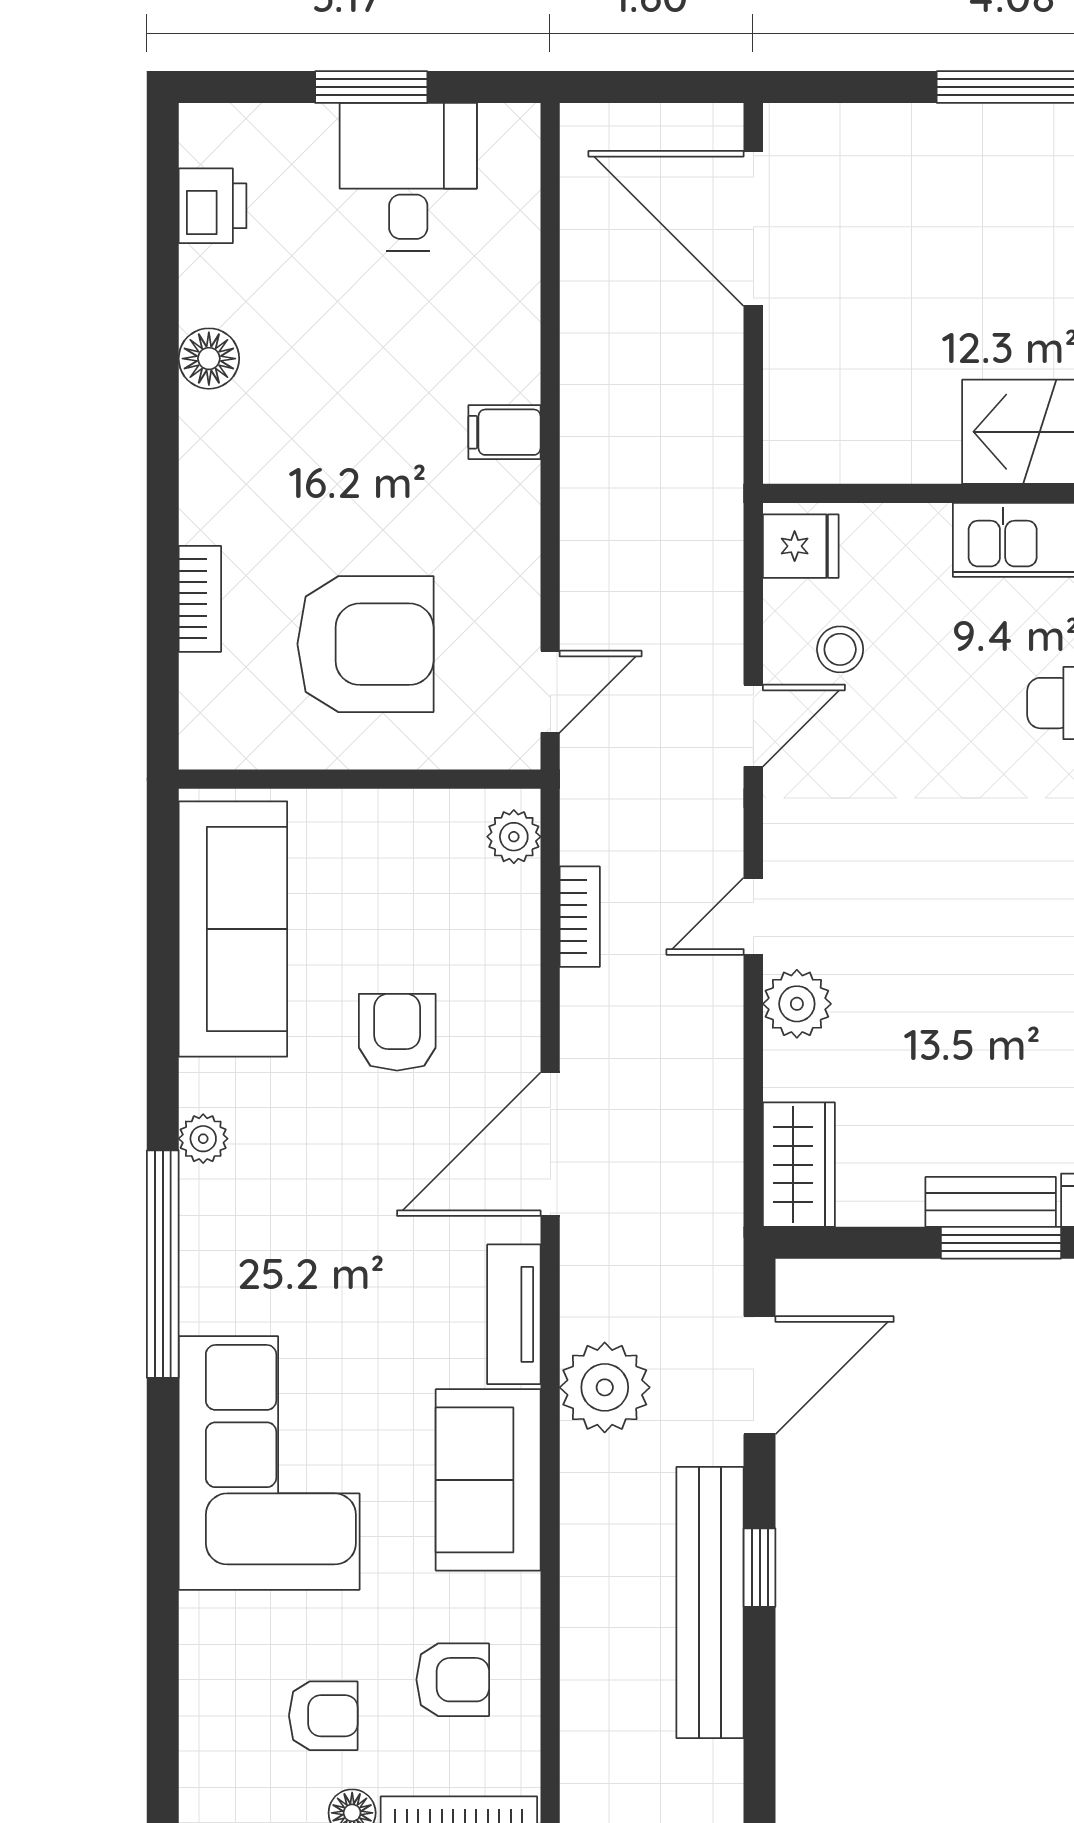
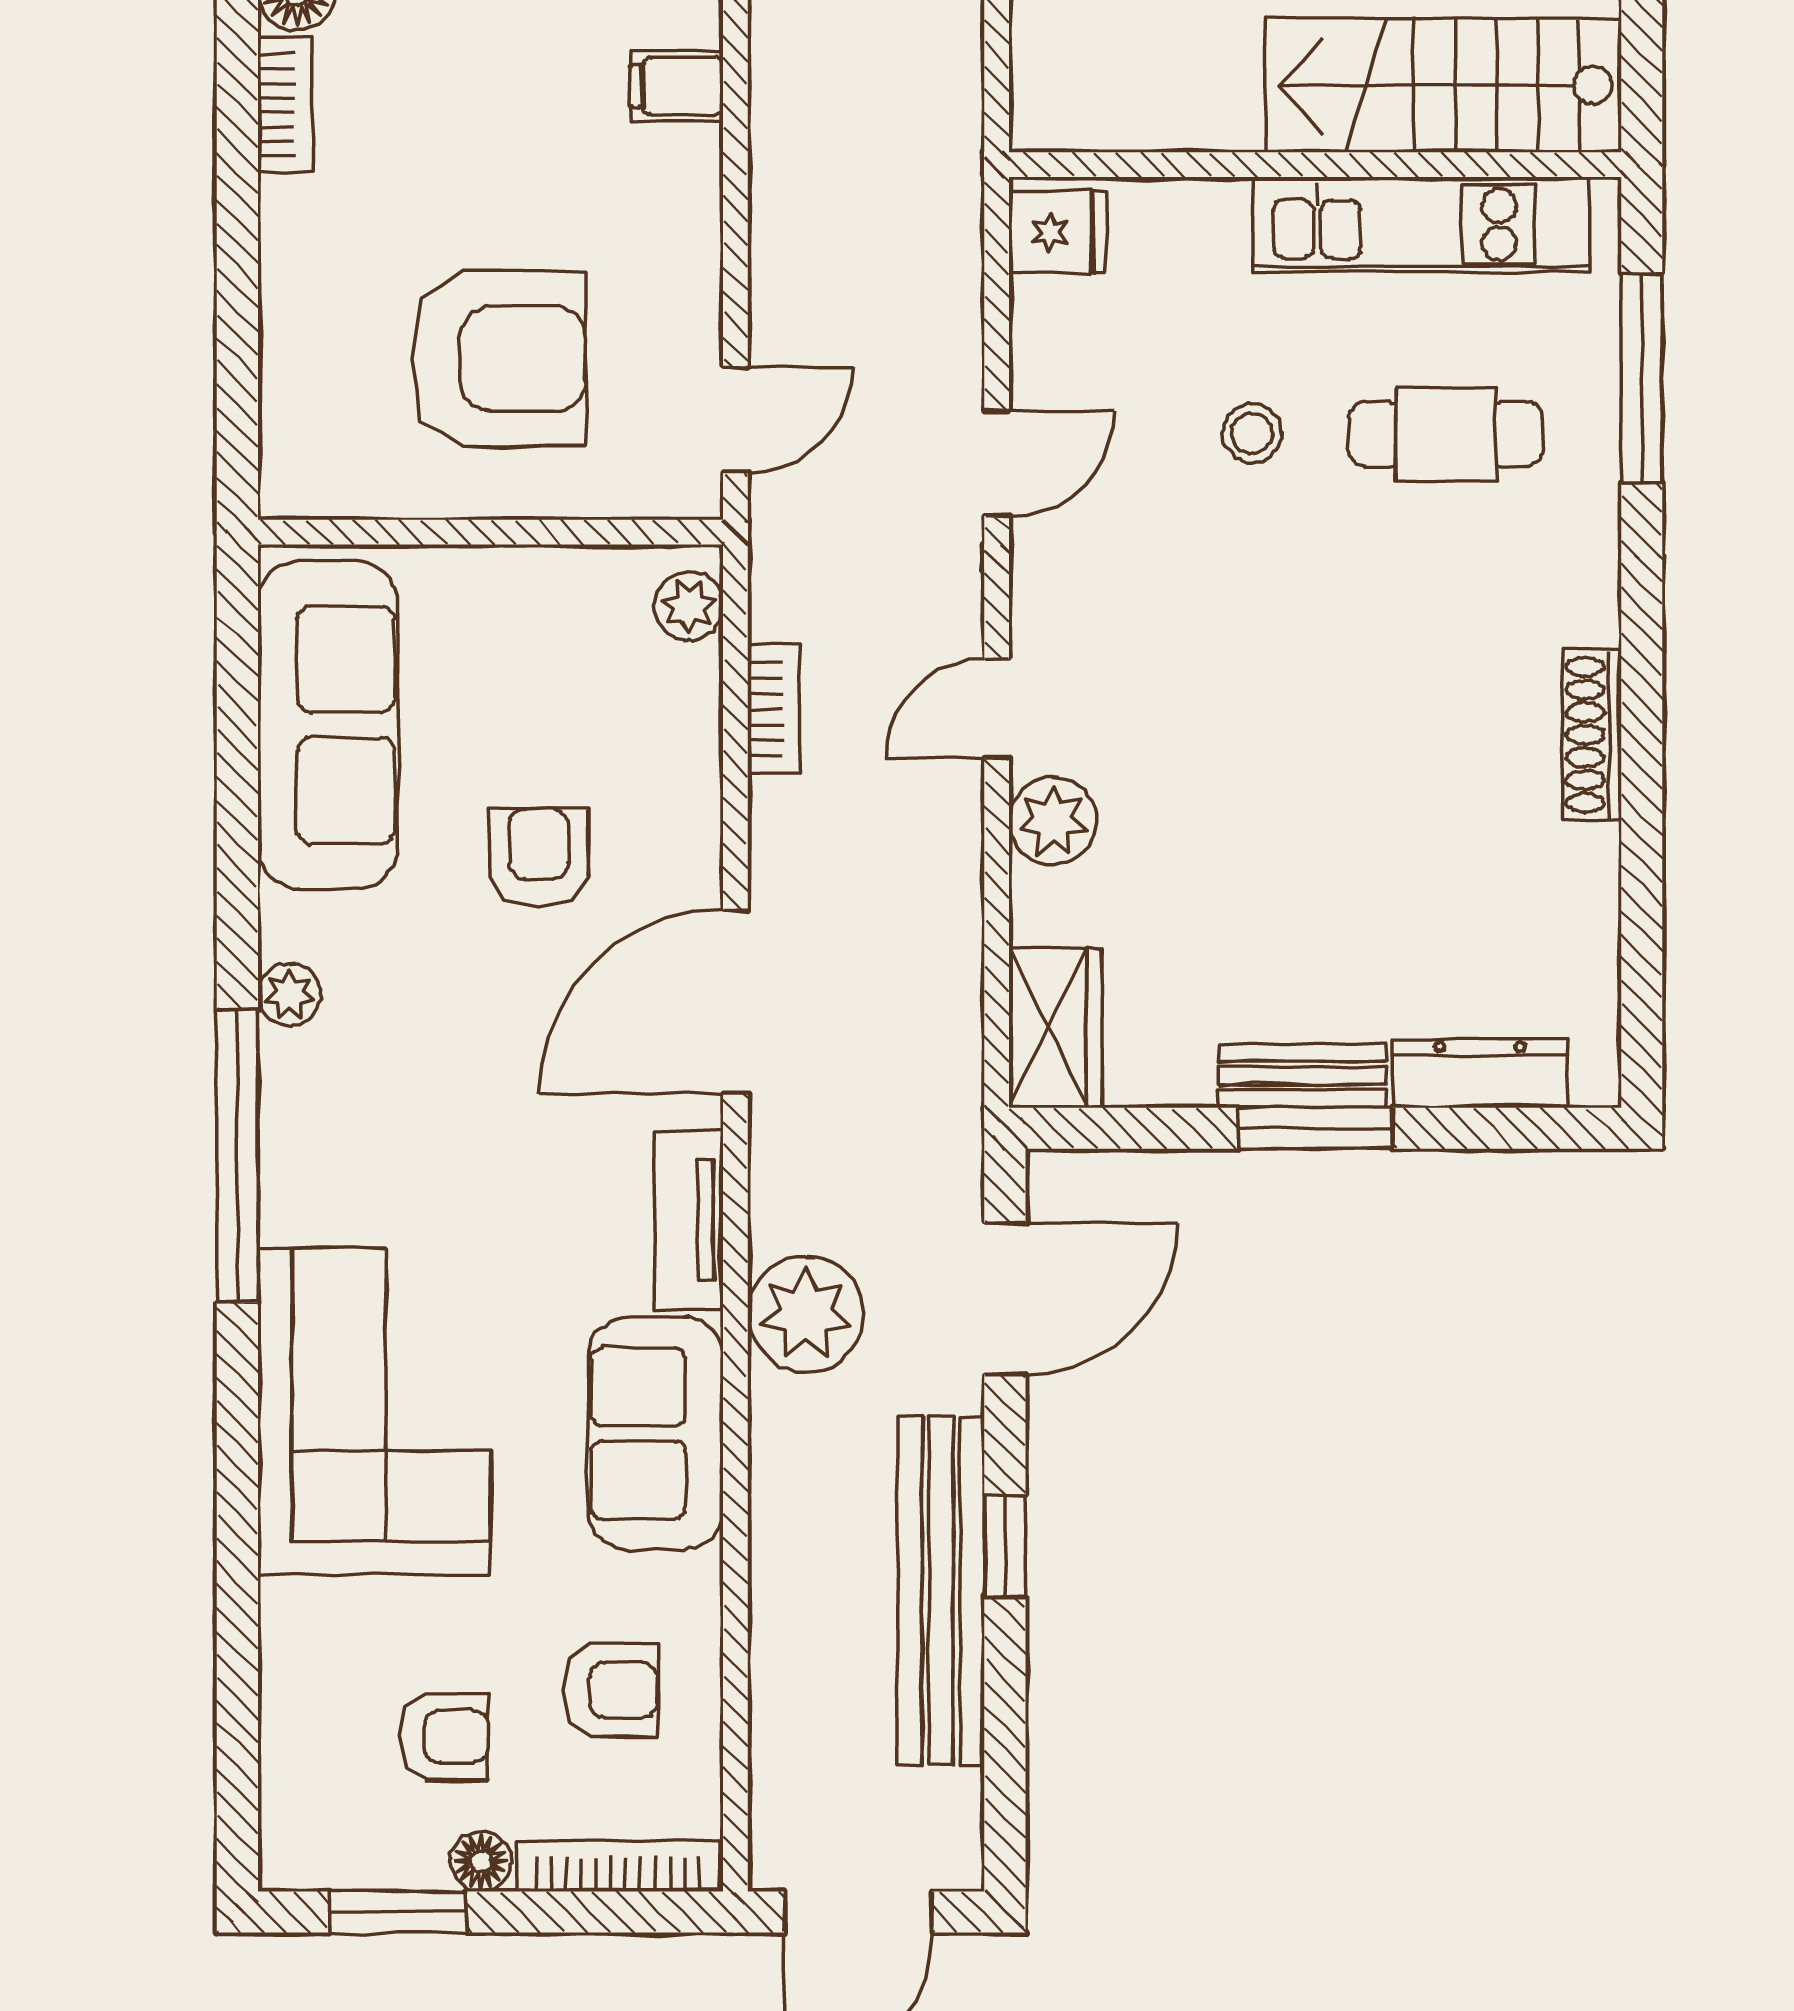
bookcase: (200, 599) -> (285, 105), moved
stool: (840, 649) -> (1252, 433), moved

